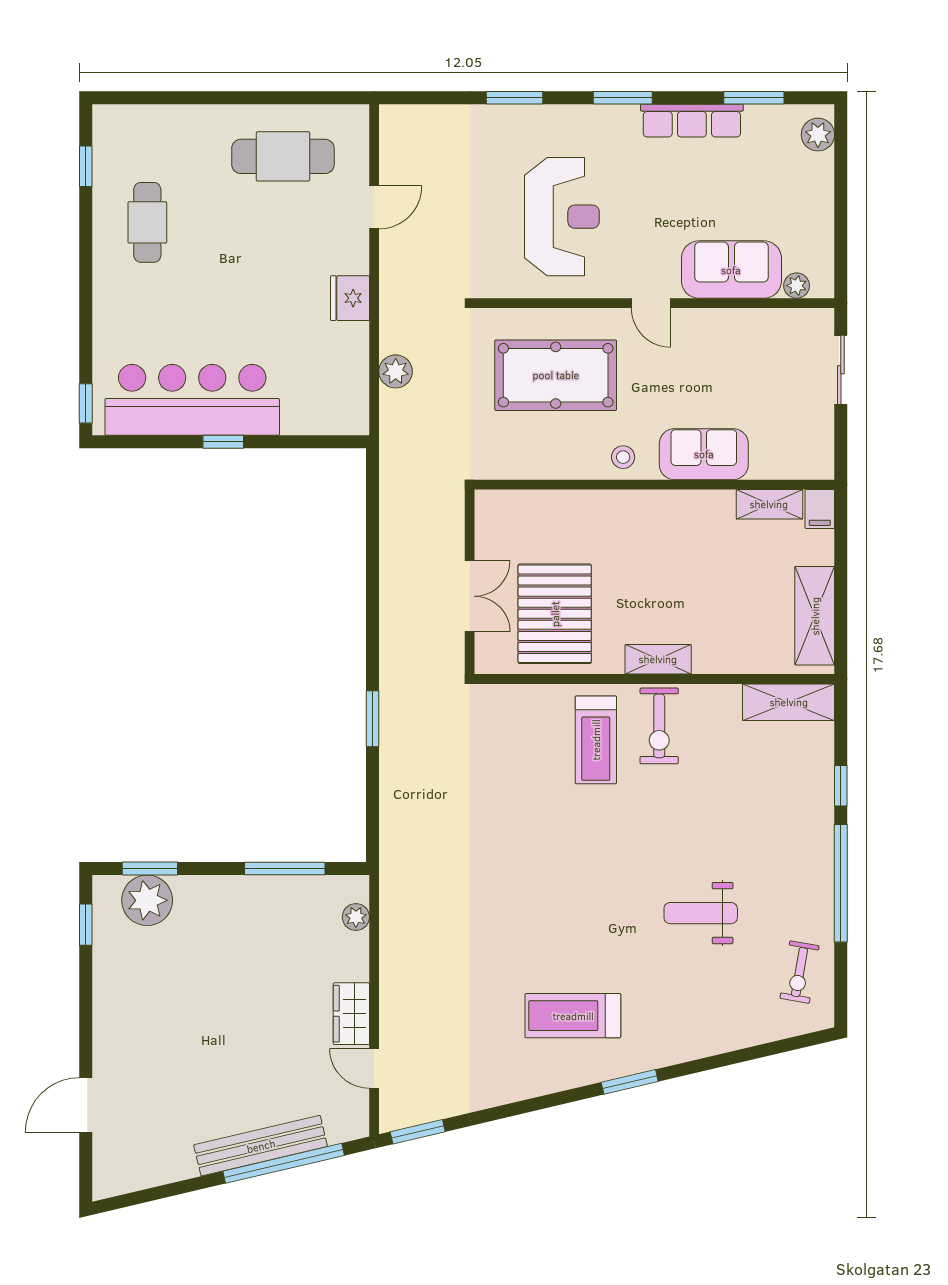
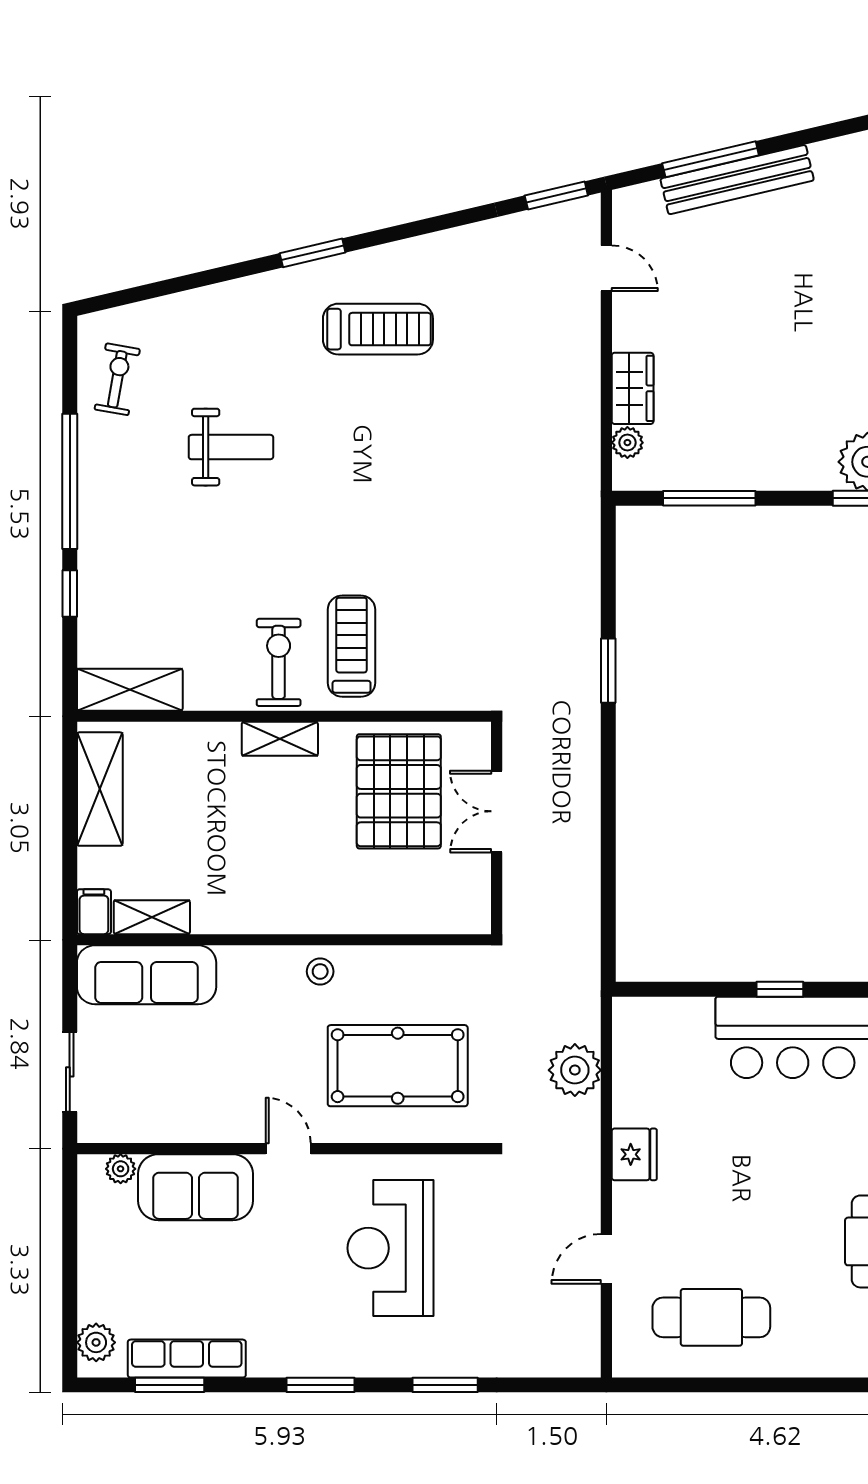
row of seats: (692, 121) -> (187, 1359), moved
plant: (396, 371) -> (575, 1070), width x1.36, depth x1.36
sofa: (704, 454) -> (147, 975), moved, width x1.36
wardrobe: (351, 1014) -> (633, 388), moved
window: (284, 1163) -> (711, 159), width x0.68

